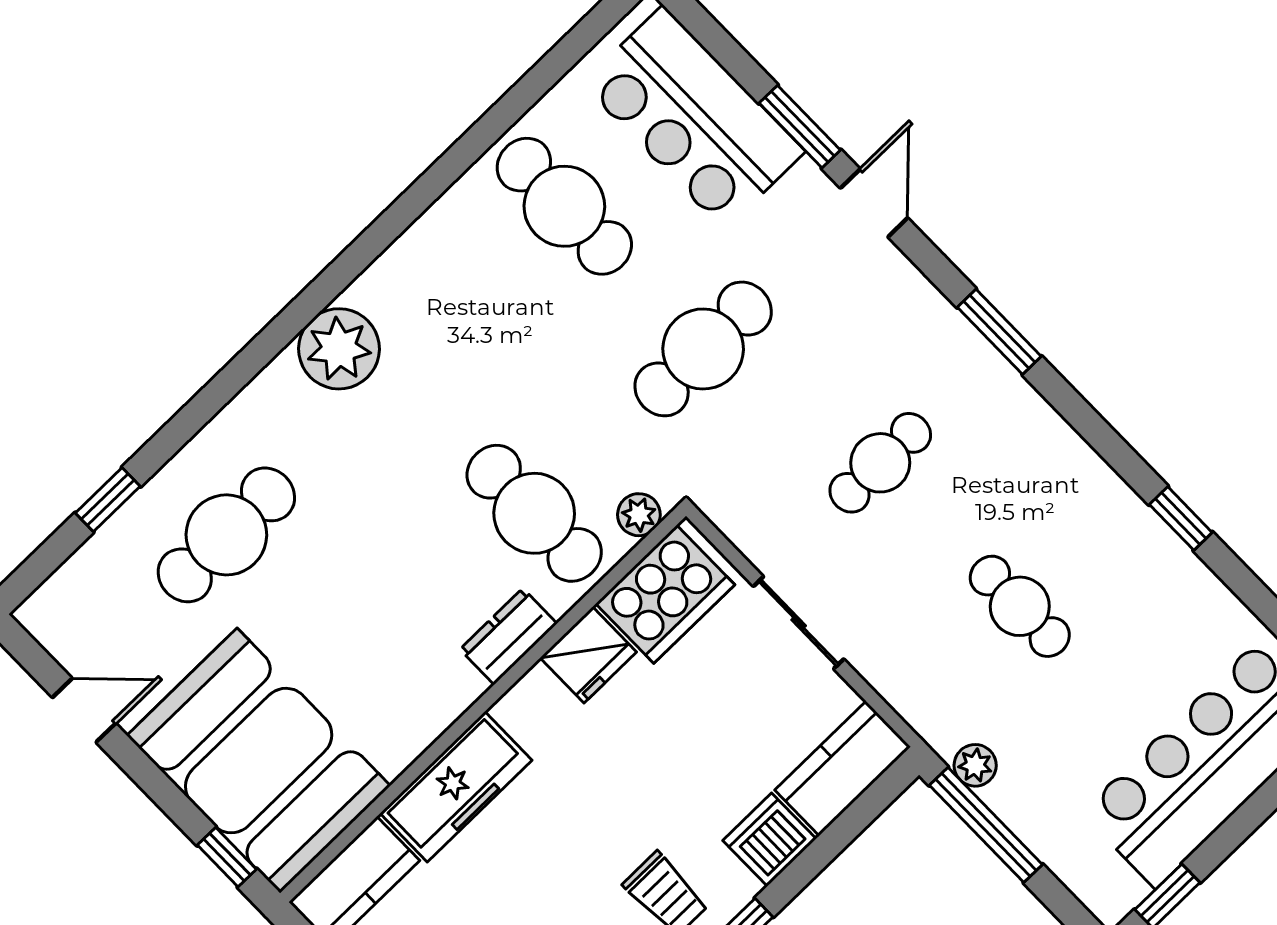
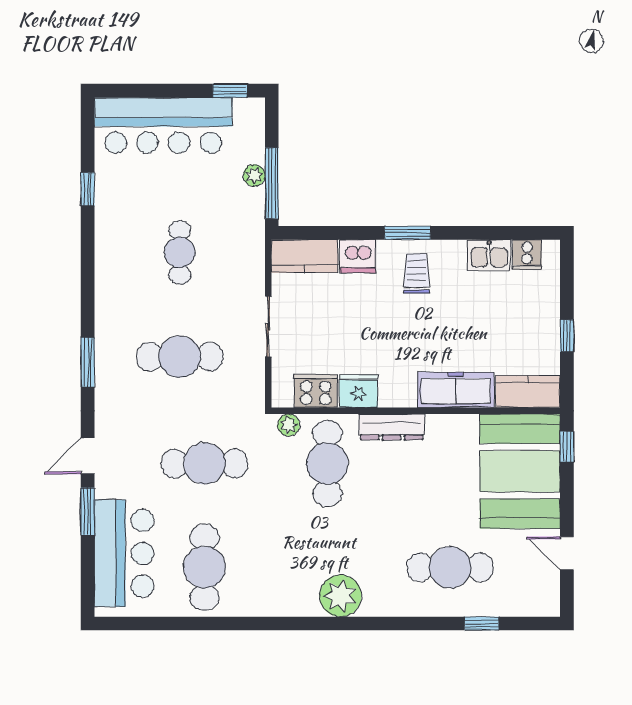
cafe table: (880, 463) -> (180, 357), width x1.37, depth x1.35
window: (1181, 518) -> (88, 189), moved
cooker: (665, 594) -> (316, 391), width x0.73, depth x0.76
dresser: (508, 636) -> (392, 427), width x1.44
plant: (975, 765) -> (254, 175), moved

